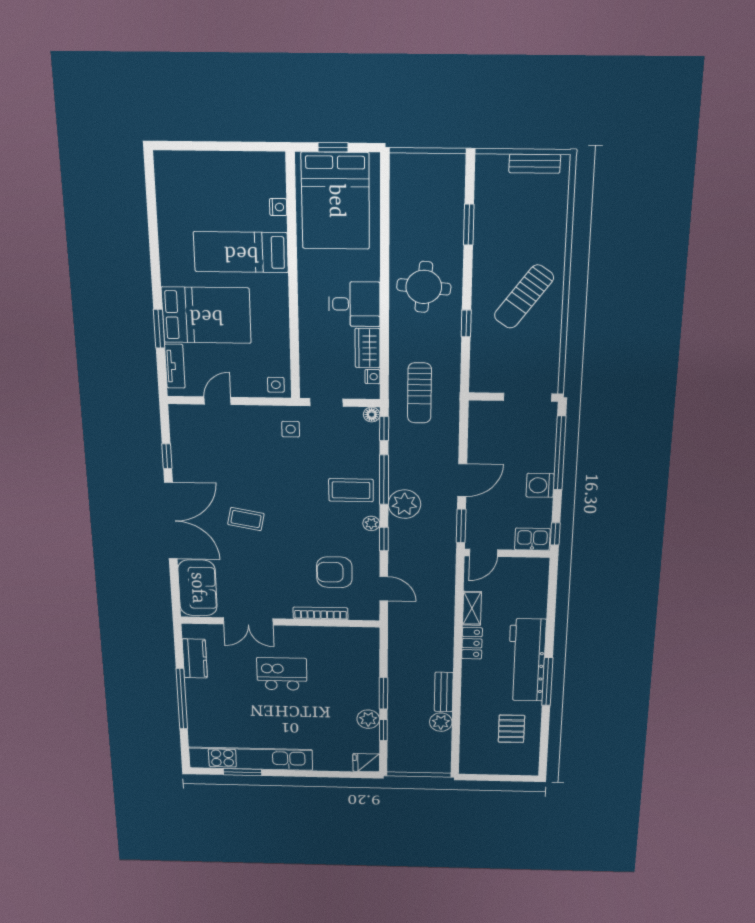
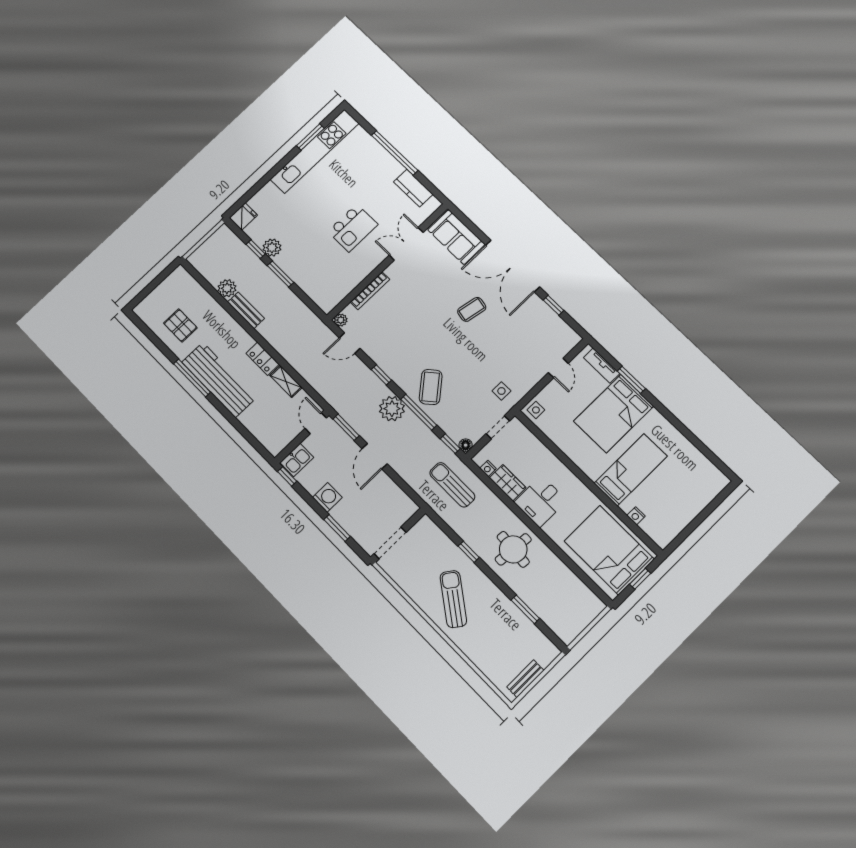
window: (560, 453) -> (337, 528), width x0.47
coffee table: (351, 490) -> (431, 387), turned -40
plant: (371, 523) -> (341, 320), moved
armchair: (334, 572) -> (388, 325), removed

